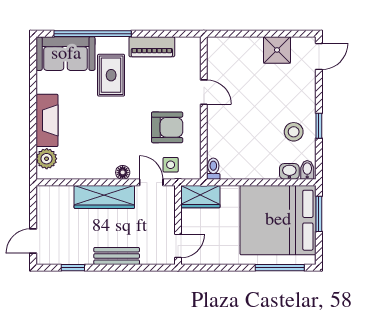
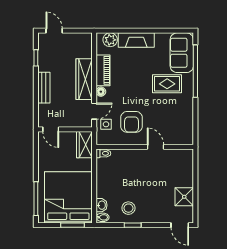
piano: (152, 47) -> (103, 70), moved, turned 180
door: (204, 92) -> (155, 147), swing flipped

